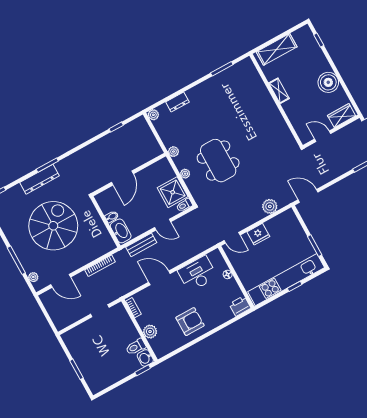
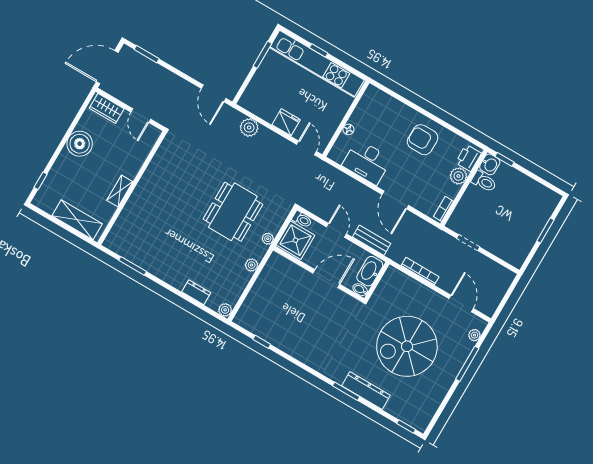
wall: (129, 175) -> (319, 274), moved
door: (122, 178) -> (326, 279), moved
printer: (240, 306) -> (468, 158), moved, turned 90

